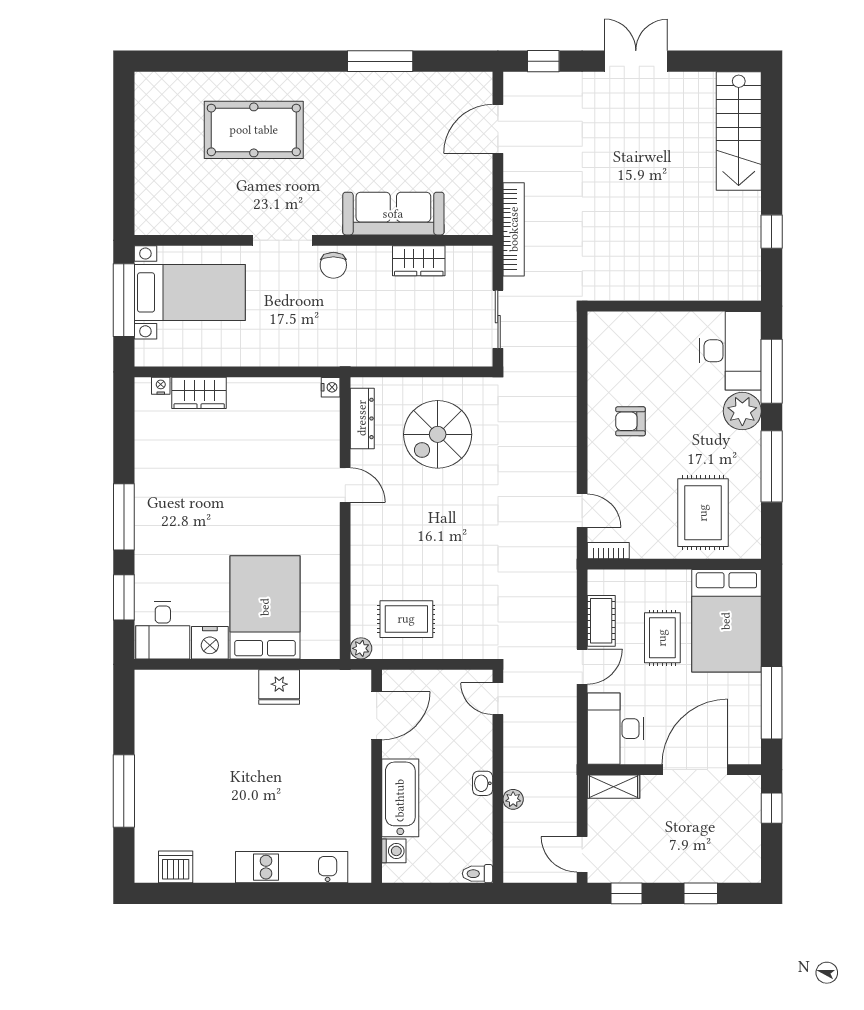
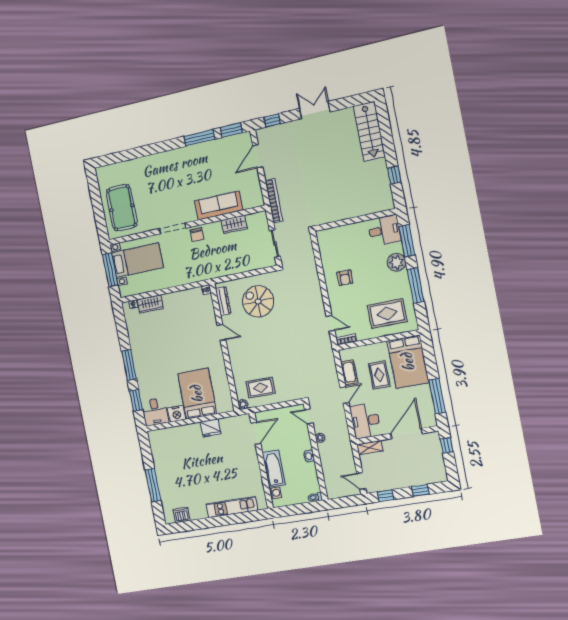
window: (452, 61) -> (231, 130), added
pool table: (254, 130) -> (122, 208), moved, turned 90
desk: (730, 351) -> (384, 230), width x0.73
armchair: (630, 421) -> (345, 278), turned -90
spiral stairs: (438, 434) -> (258, 301), turned 90
rug: (703, 513) -> (387, 313), turned 90
plant: (513, 799) -> (320, 438), moved

